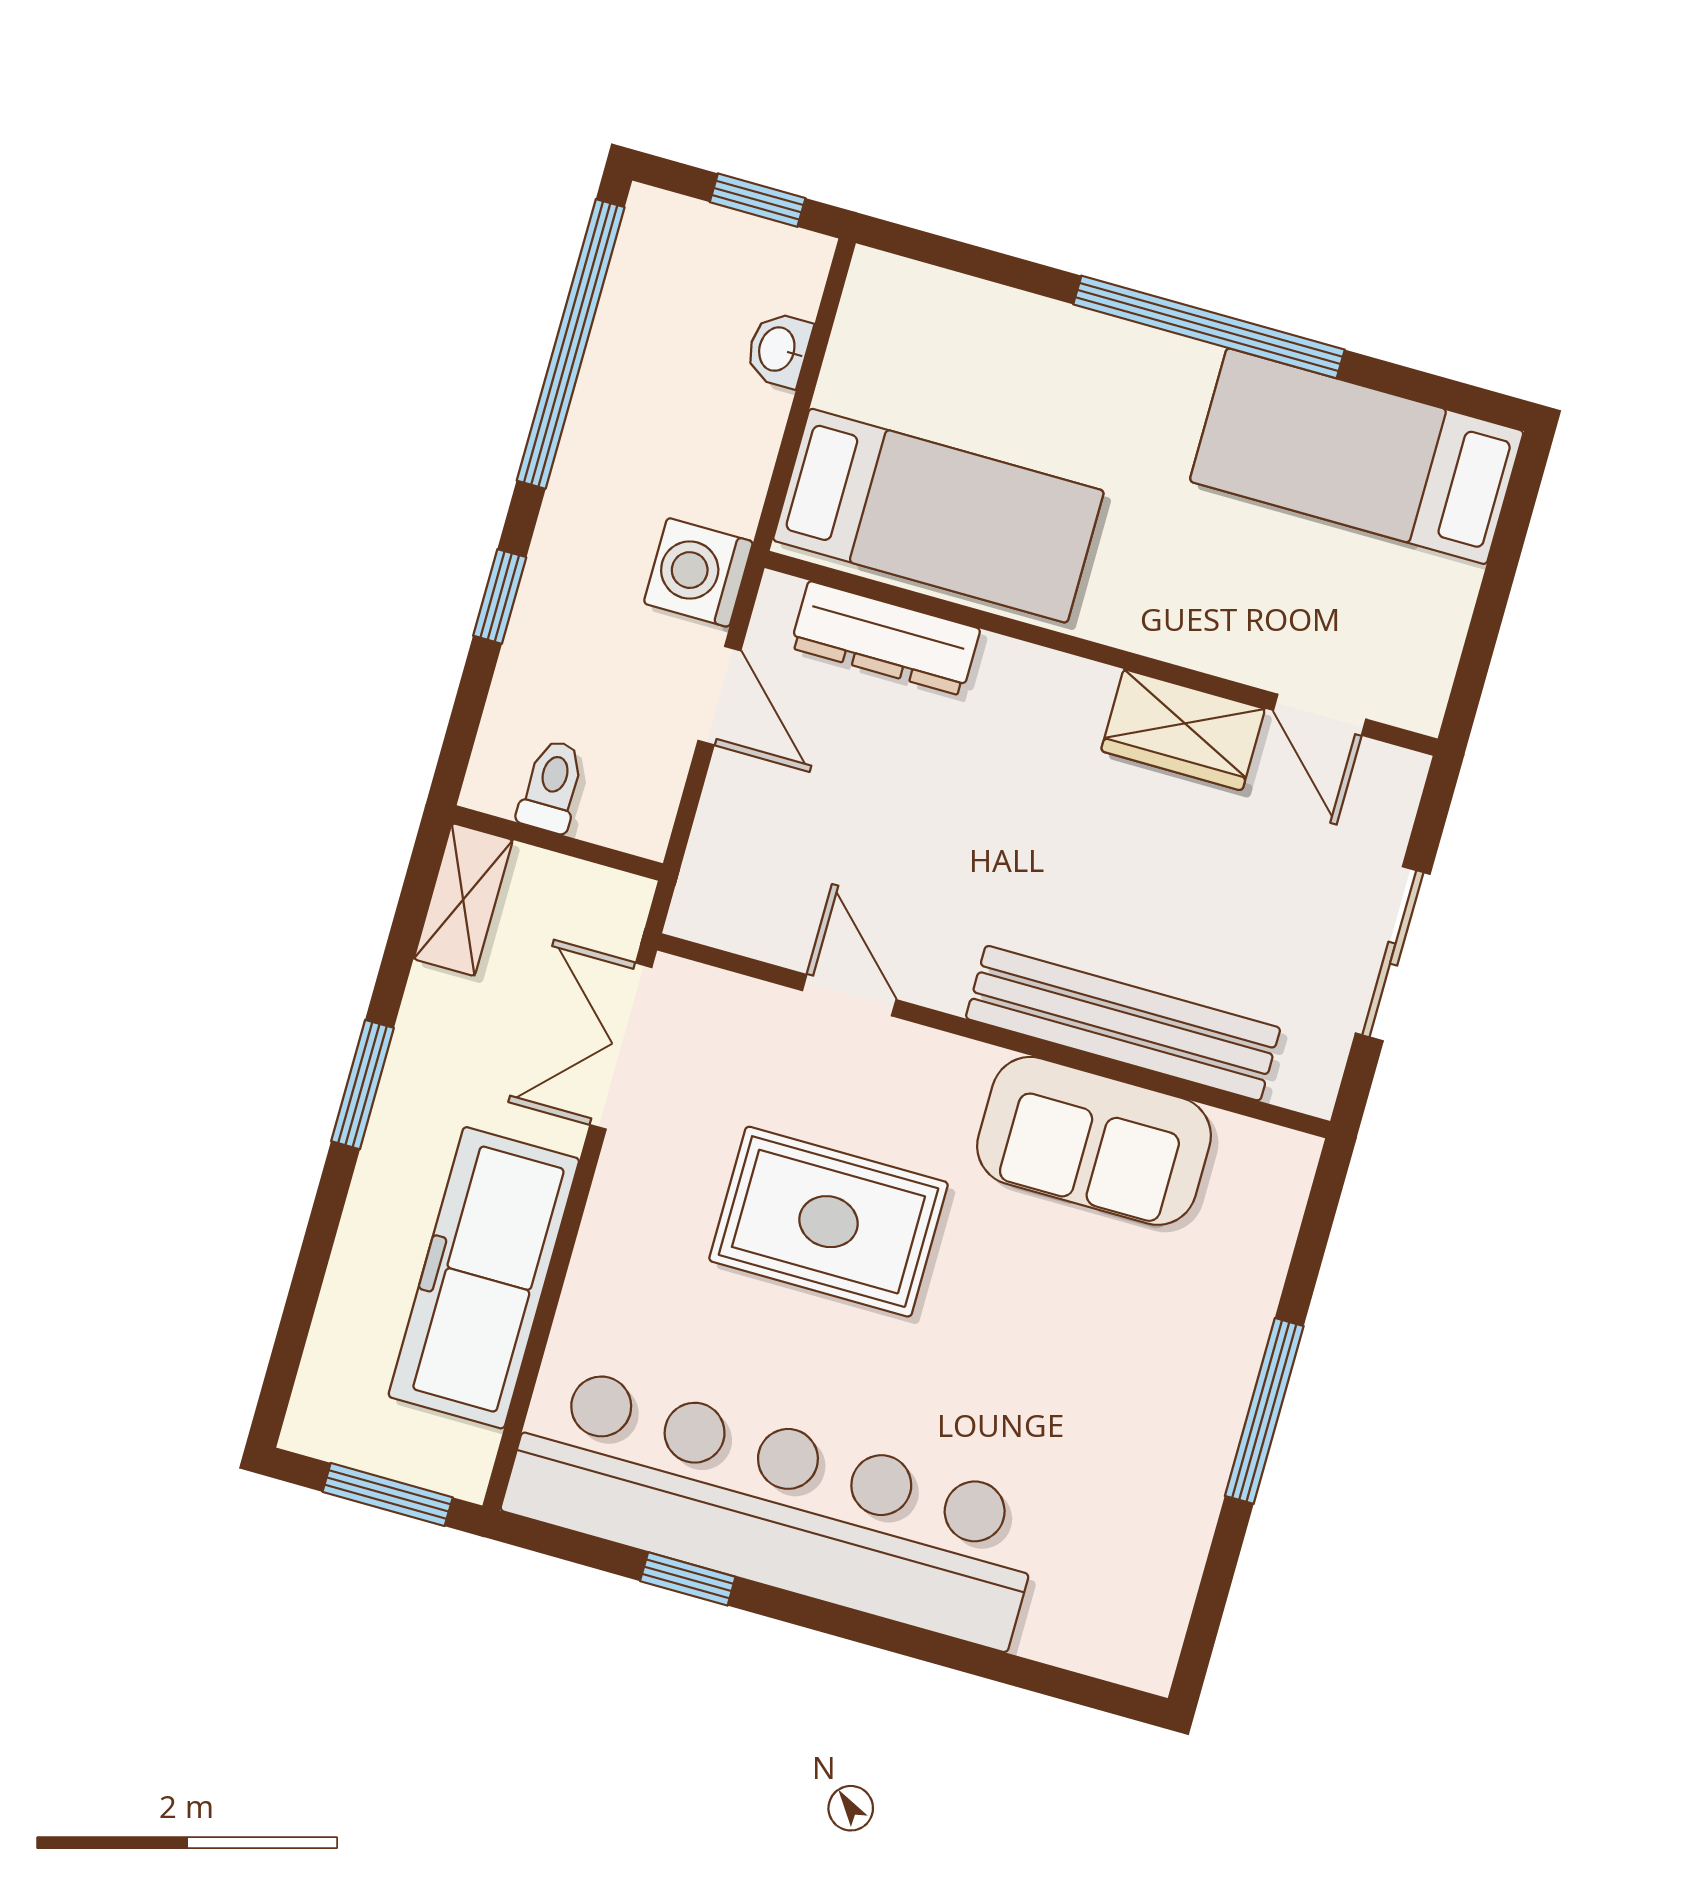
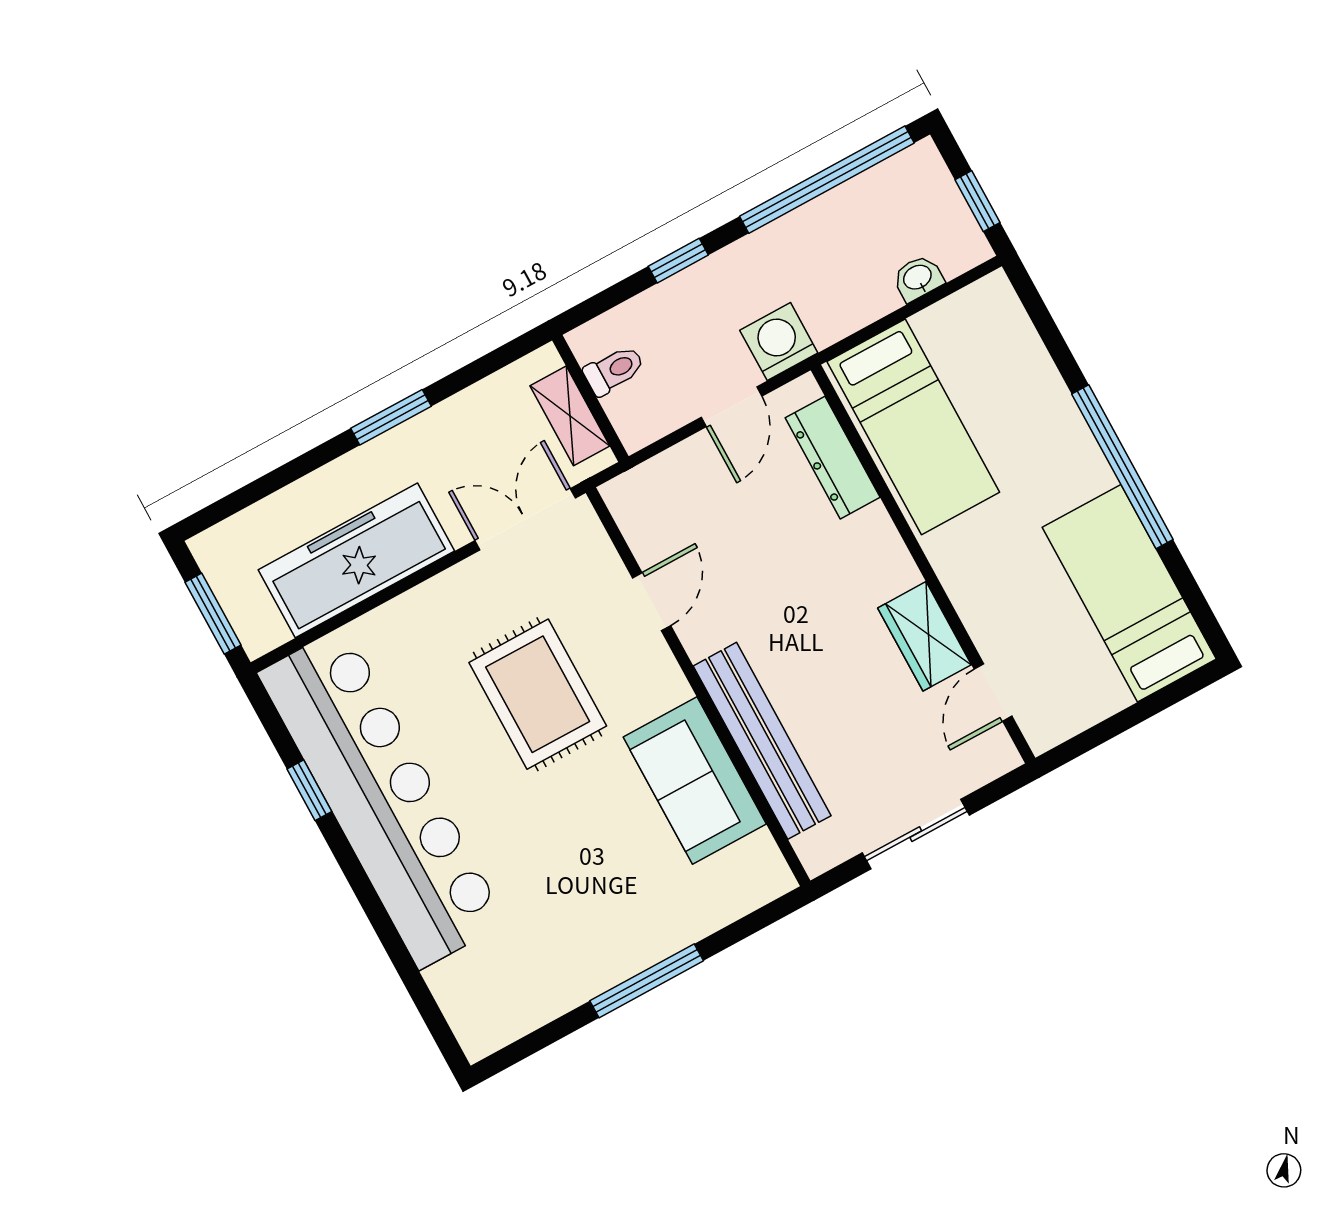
shelving: (463, 899) -> (570, 416), moved, turned 90

